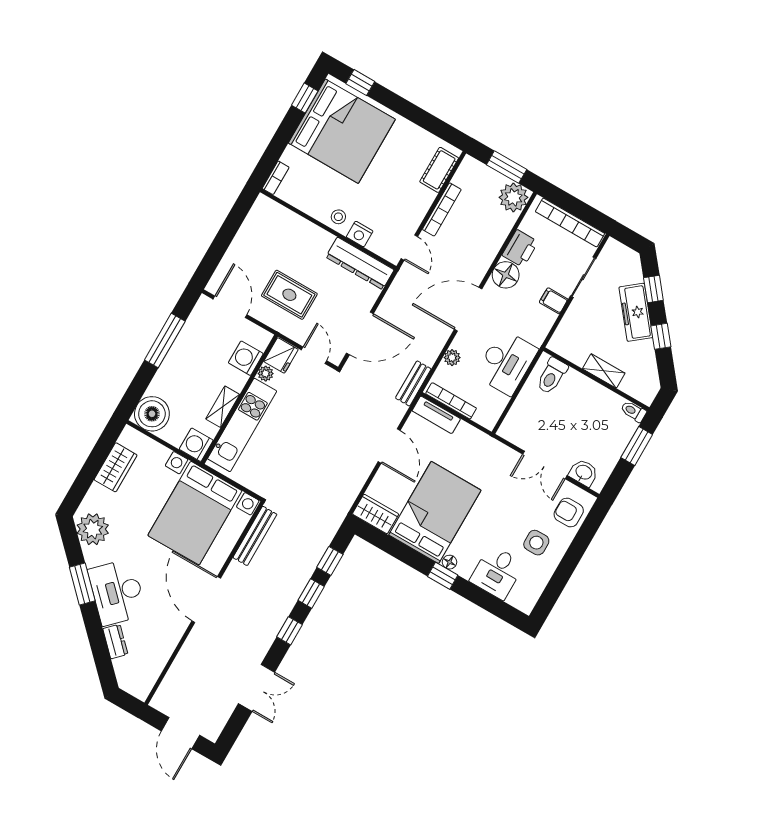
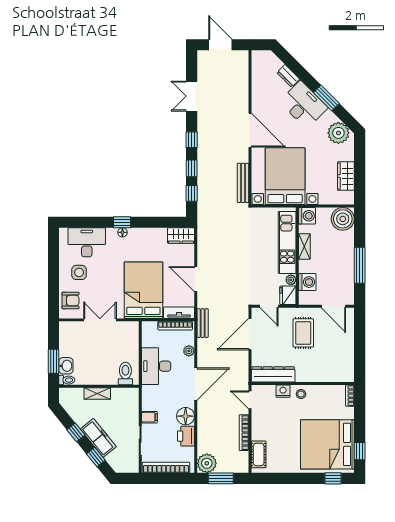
rug: (289, 295) -> (303, 333), turned 90
washbasin: (584, 473) -> (66, 366), moved, turned -90
bed: (435, 513) -> (143, 290), moved, turned 180
desk: (497, 572) -> (87, 242), width x1.37

